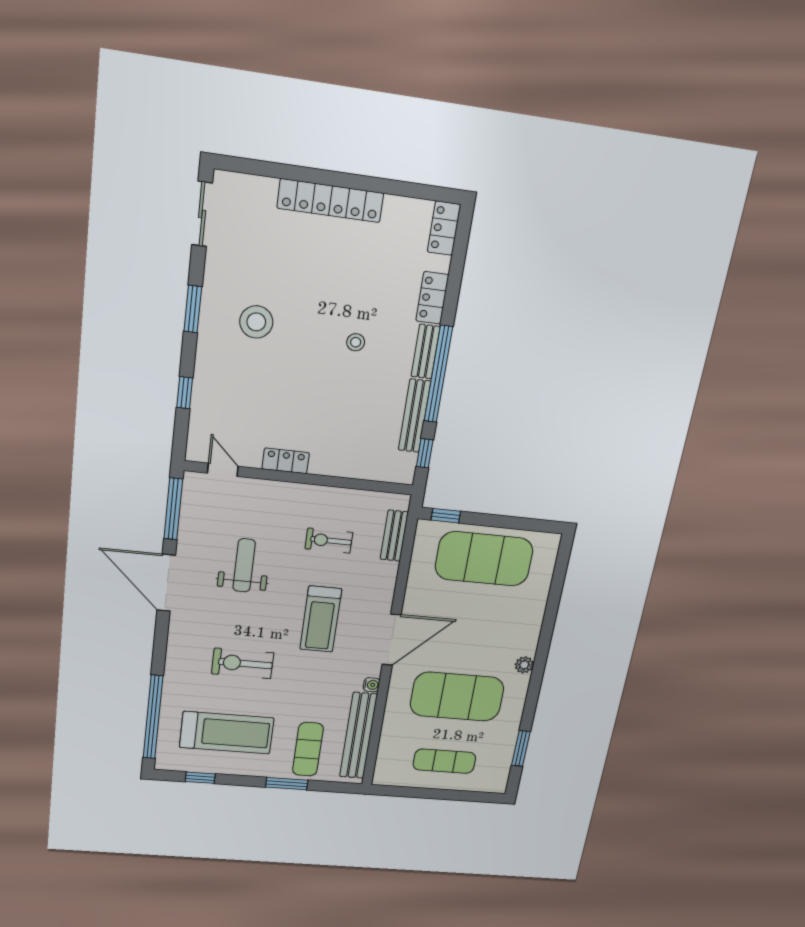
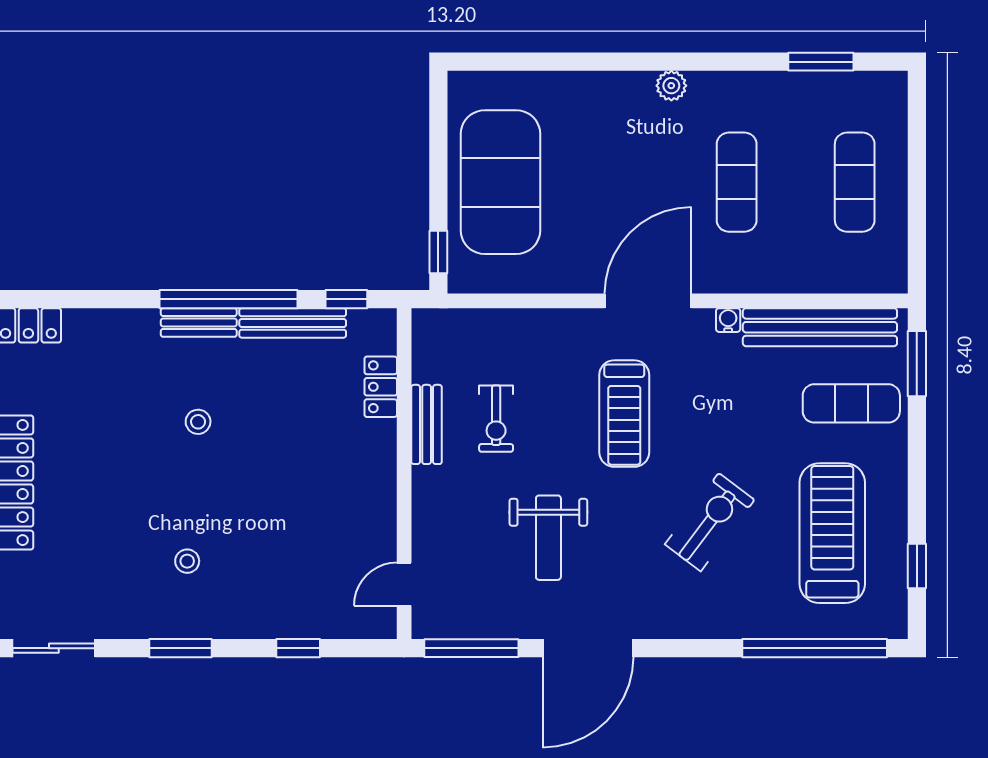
locker: (432, 298) -> (123, 326), removed
stool: (256, 322) -> (187, 561), width x0.53, depth x0.53
locker: (286, 461) -> (381, 387), moved
bench: (394, 536) -> (427, 424), moved, turned 90
weight bench: (244, 565) -> (548, 538), turned -90
treadmill: (321, 619) -> (624, 414), turned 90
door: (392, 640) -> (648, 301), hinge flipped
exercise bike: (243, 663) -> (710, 522), turned -143
exercise mat: (457, 697) -> (737, 182), width x0.50, depth x0.69
window: (287, 784) -> (917, 364), moved

